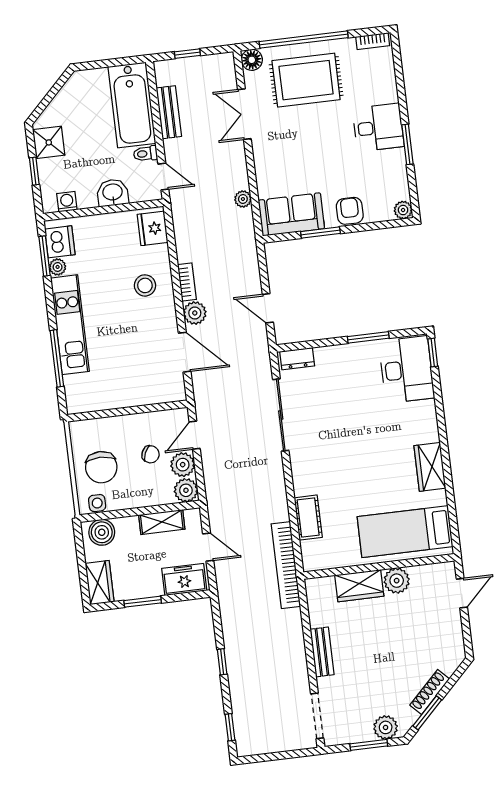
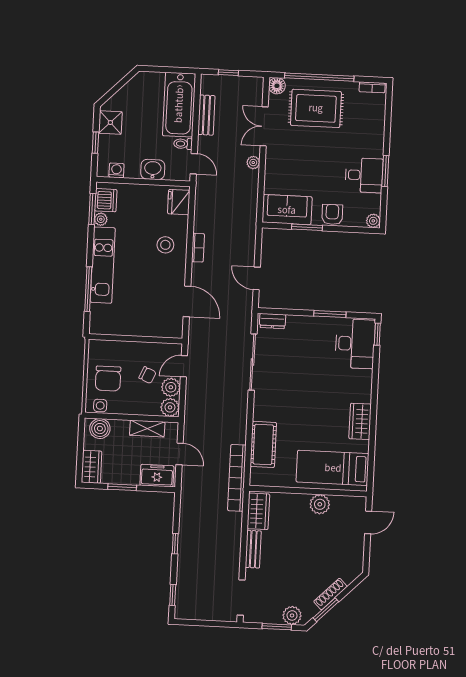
desk: (378, 127) -> (364, 175), moved
plant: (243, 199) -> (253, 163), moved
plant: (195, 313) -> (200, 273), removed
cot: (308, 518) -> (263, 444), width x1.37, depth x1.34
wardrobe: (359, 586) -> (258, 511), moved, turned -90

